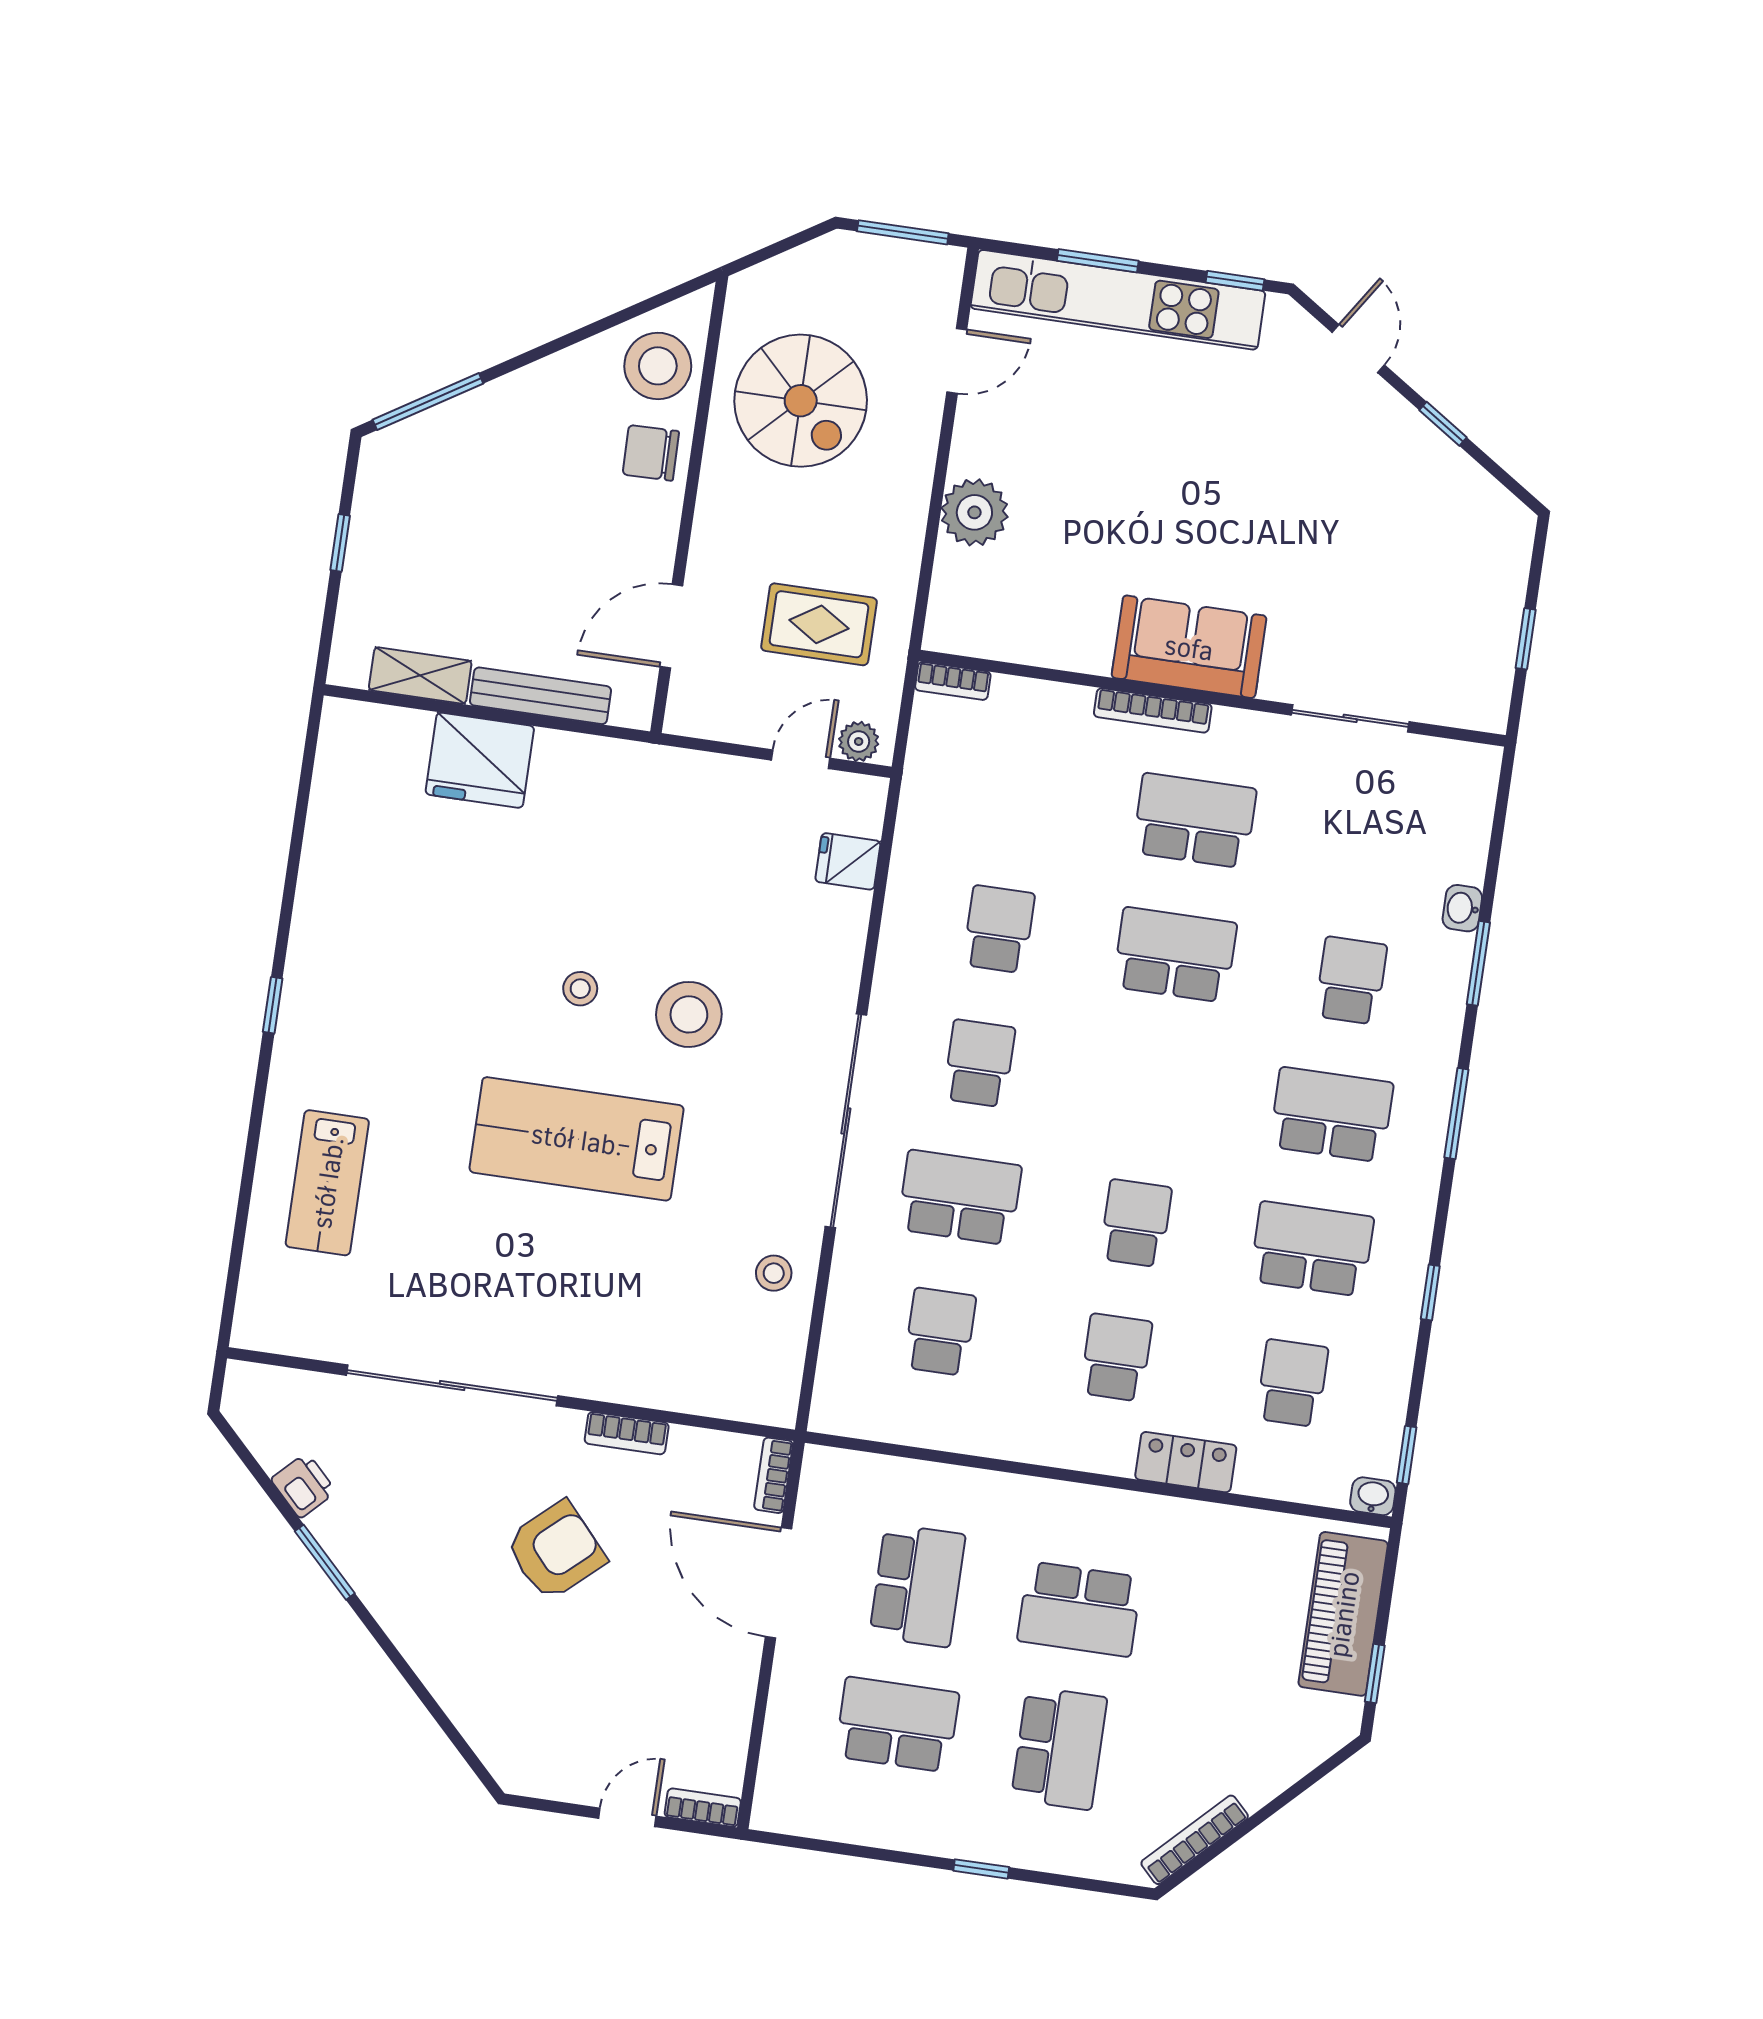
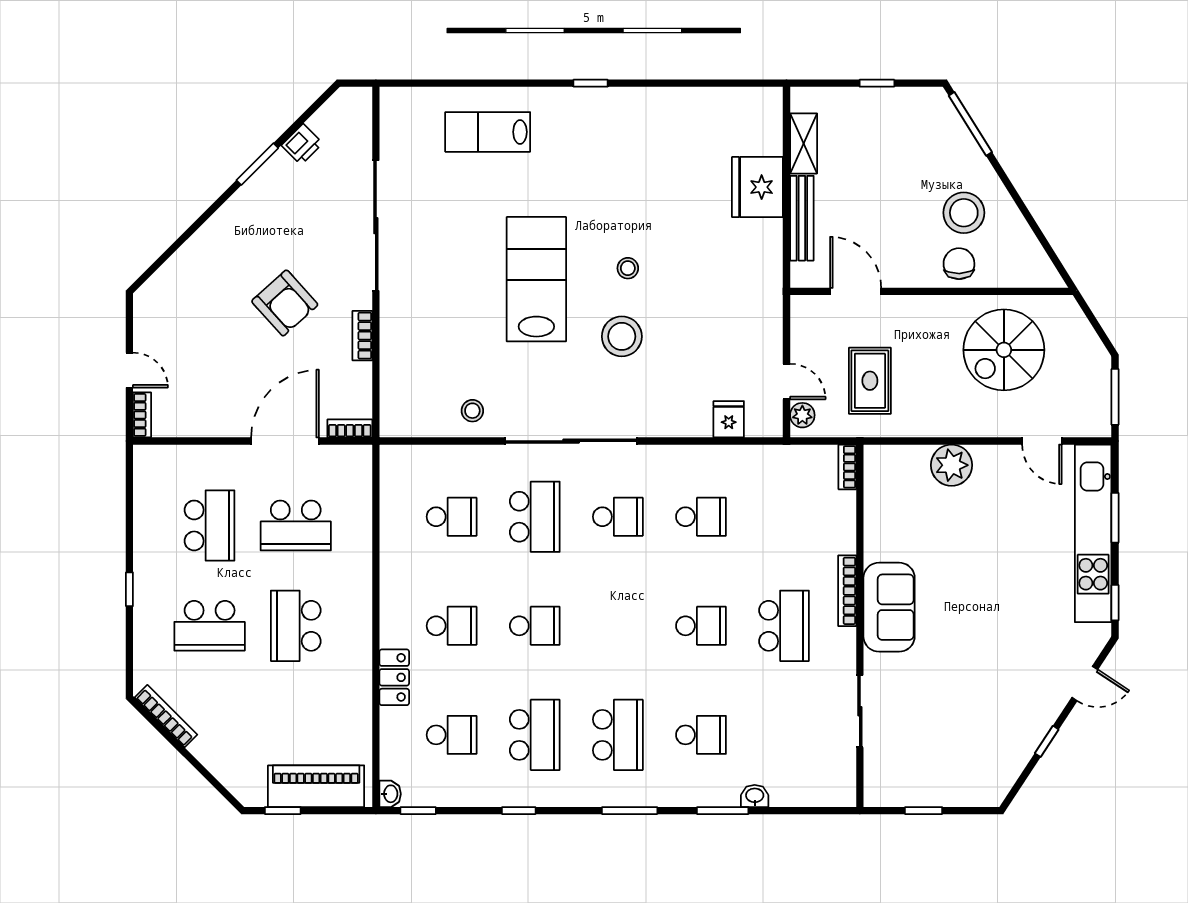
stool: (658, 366) -> (964, 213), moved
school desk: (1175, 955) -> (701, 626), width x0.54

